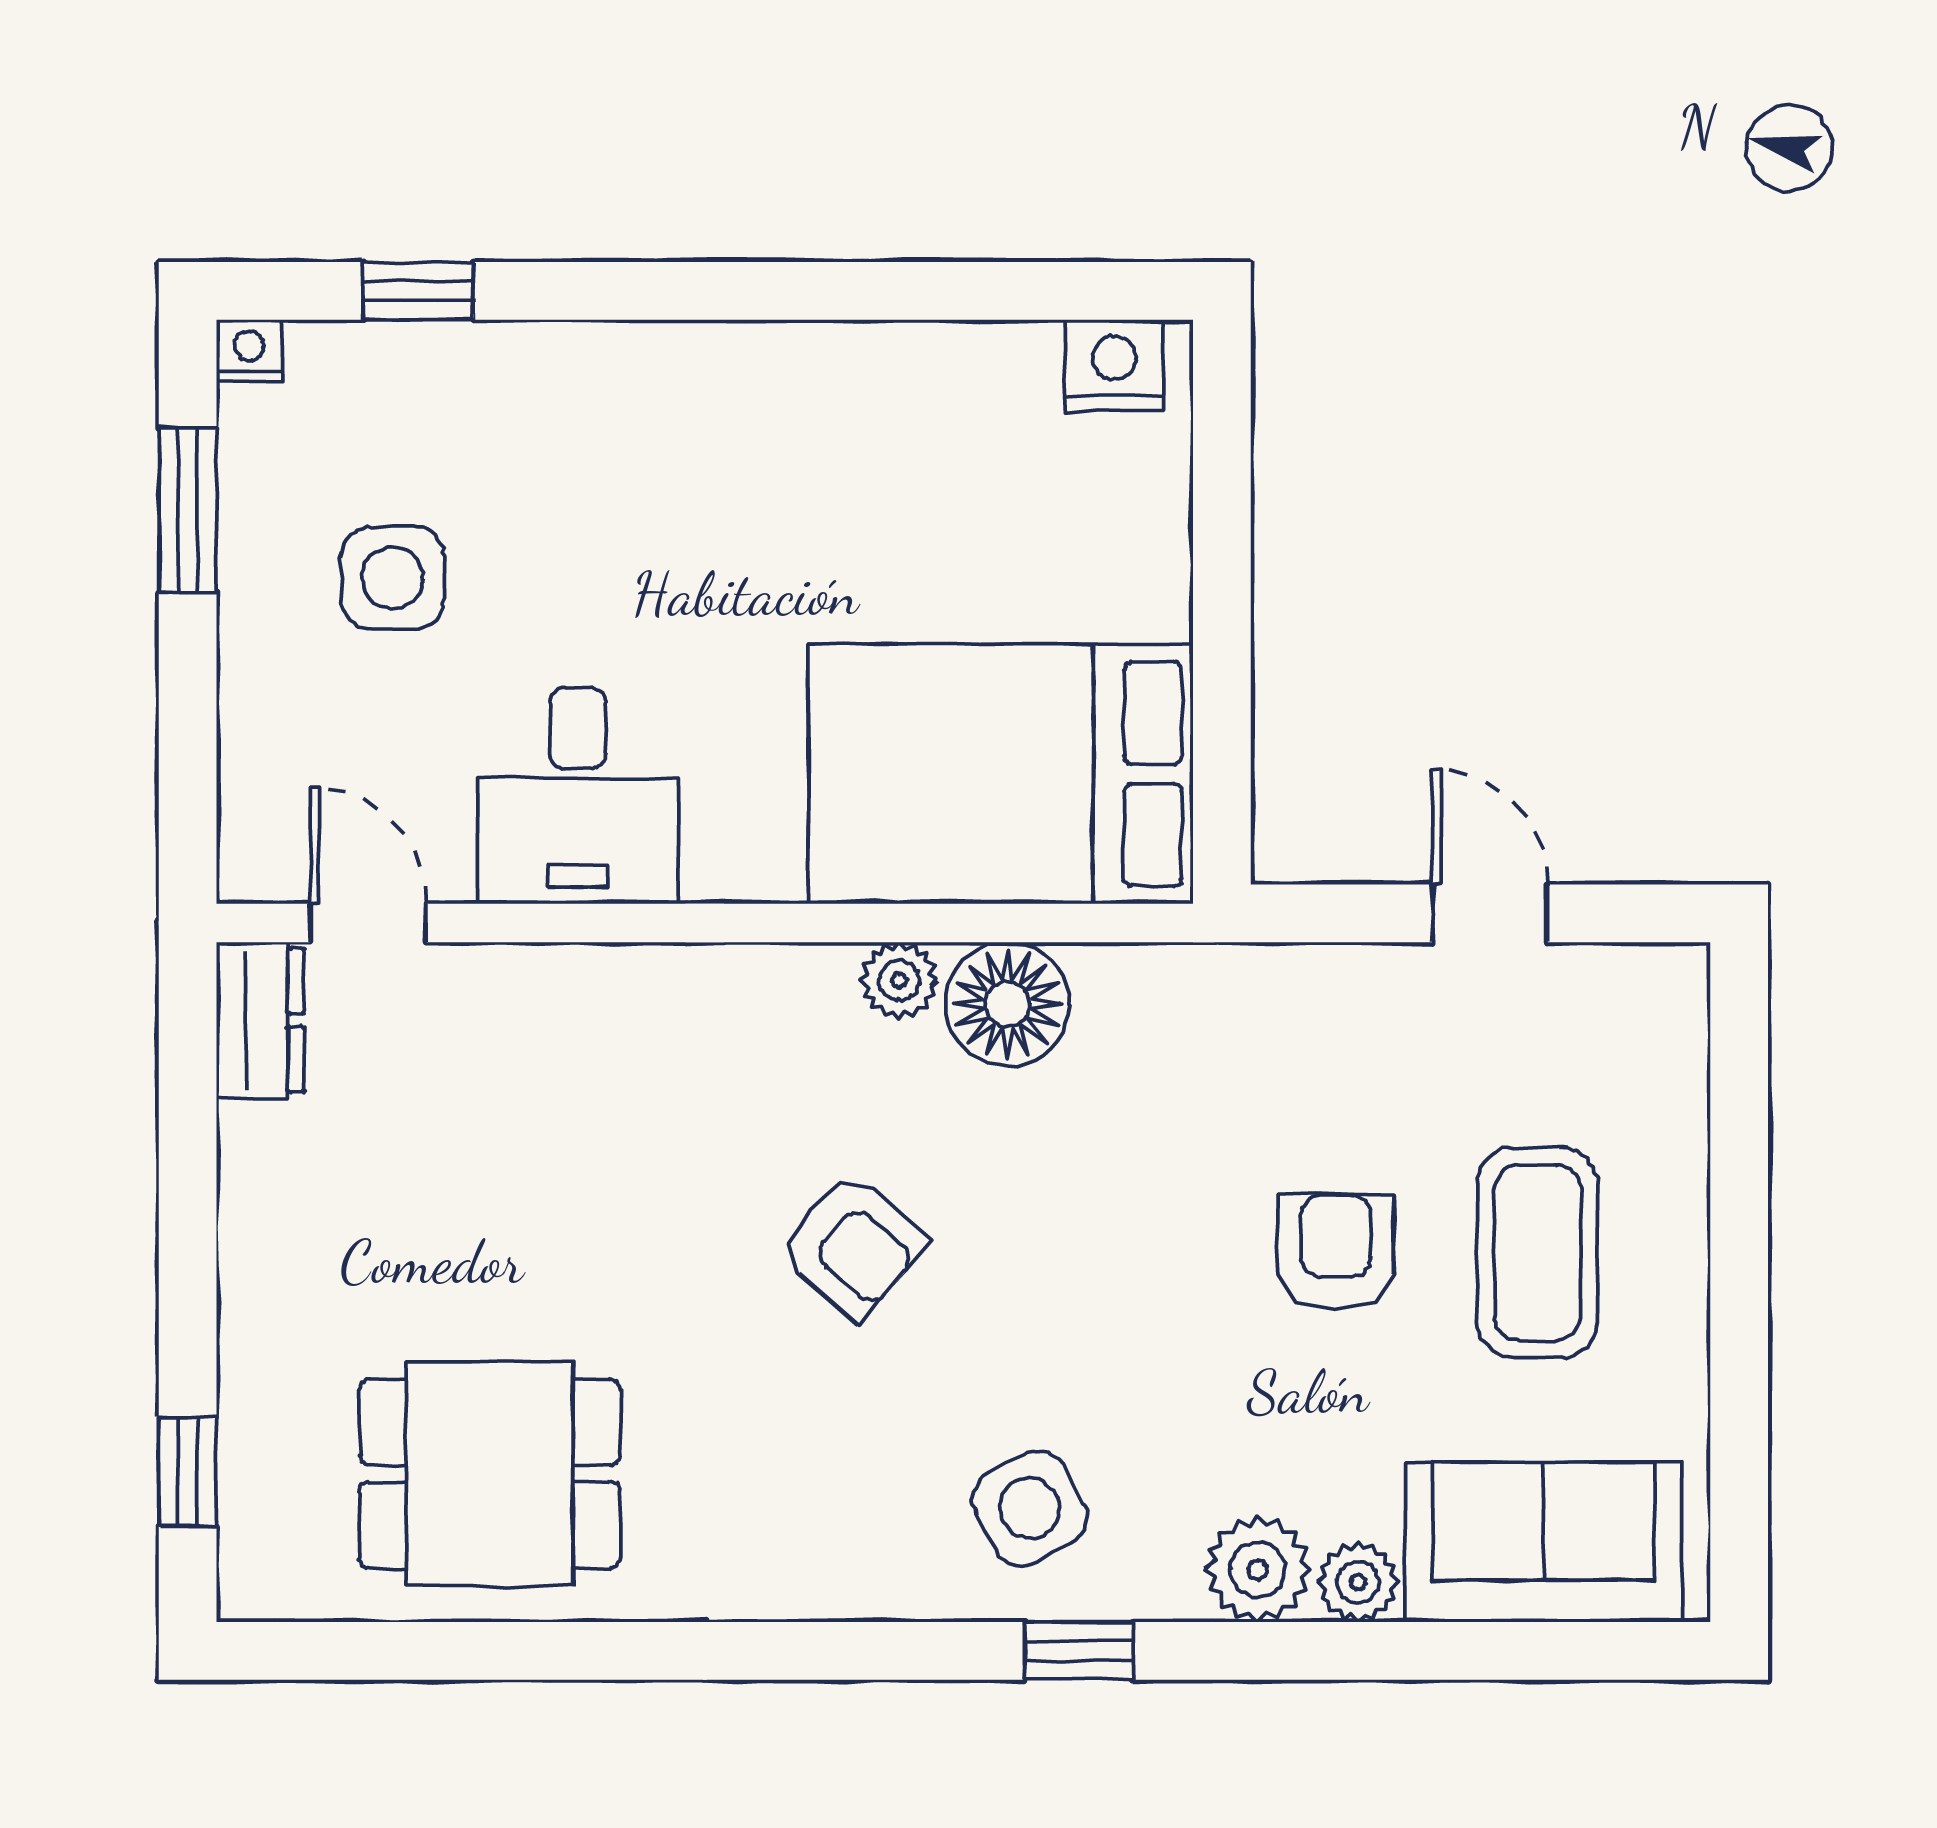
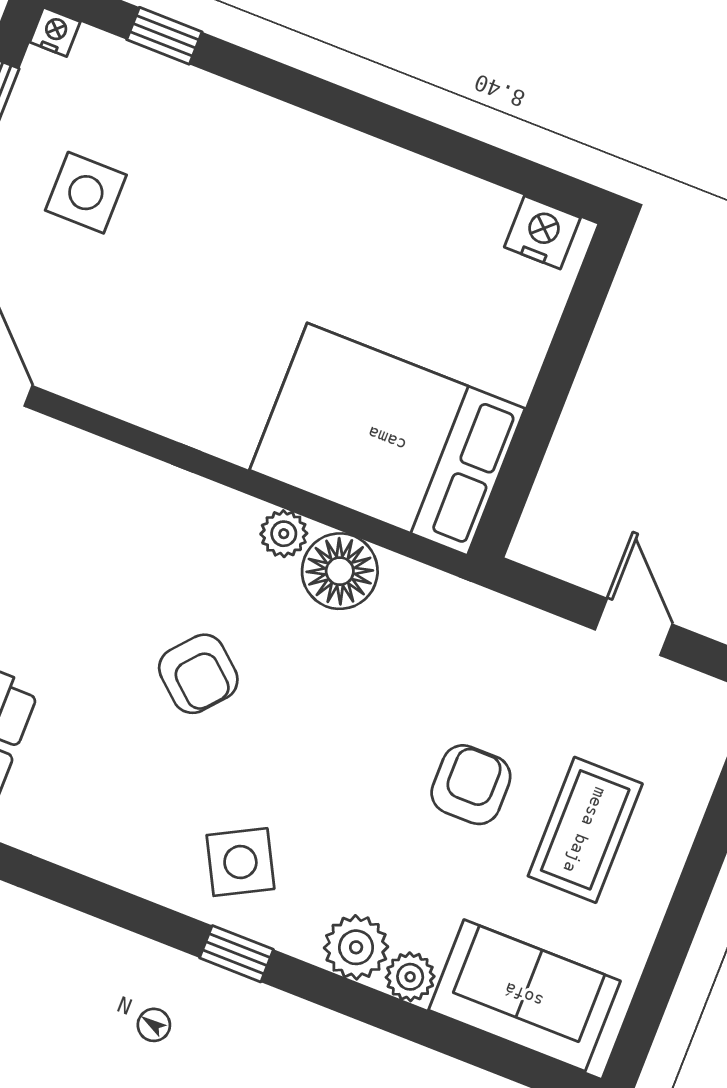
desk: (578, 796) -> (143, 357), removed

